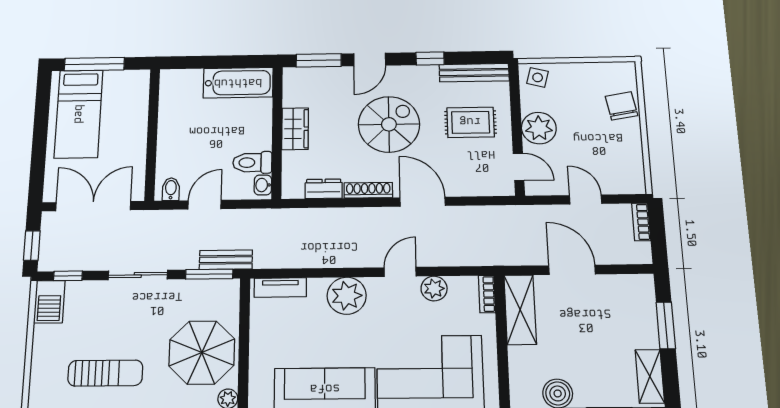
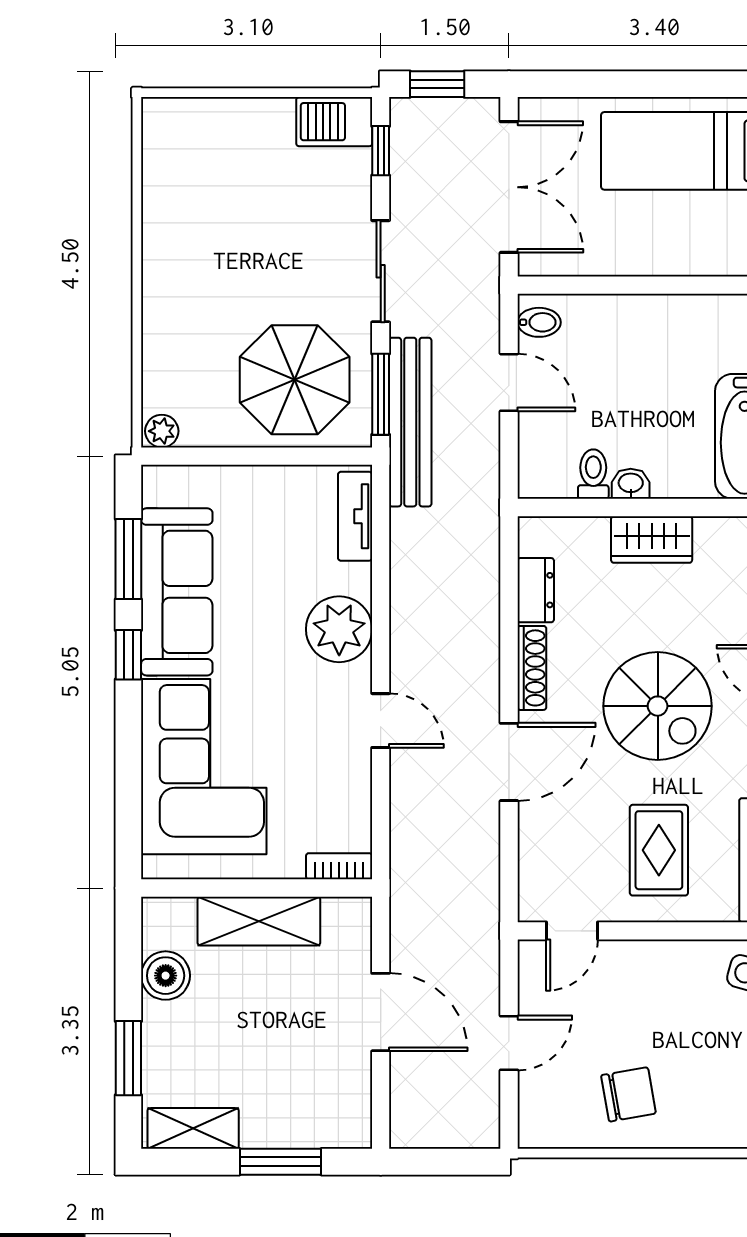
chair: (621, 106) -> (628, 1094), moved
plant: (539, 128) -> (646, 970), removed
toilet: (252, 163) -> (593, 474), width x0.73, depth x0.72
washbasin: (263, 185) -> (631, 484), moved
bookcase: (641, 222) -> (466, 1135), removed
bench: (226, 260) -> (410, 422), width x1.86, depth x1.21
door: (572, 270) -> (381, 1012), hinge flipped
plant: (434, 289) -> (350, 777), removed
shelving: (520, 310) -> (259, 921), moved
parasol: (202, 352) -> (295, 380), moved
sun lounger: (105, 373) -> (208, 224), removed

